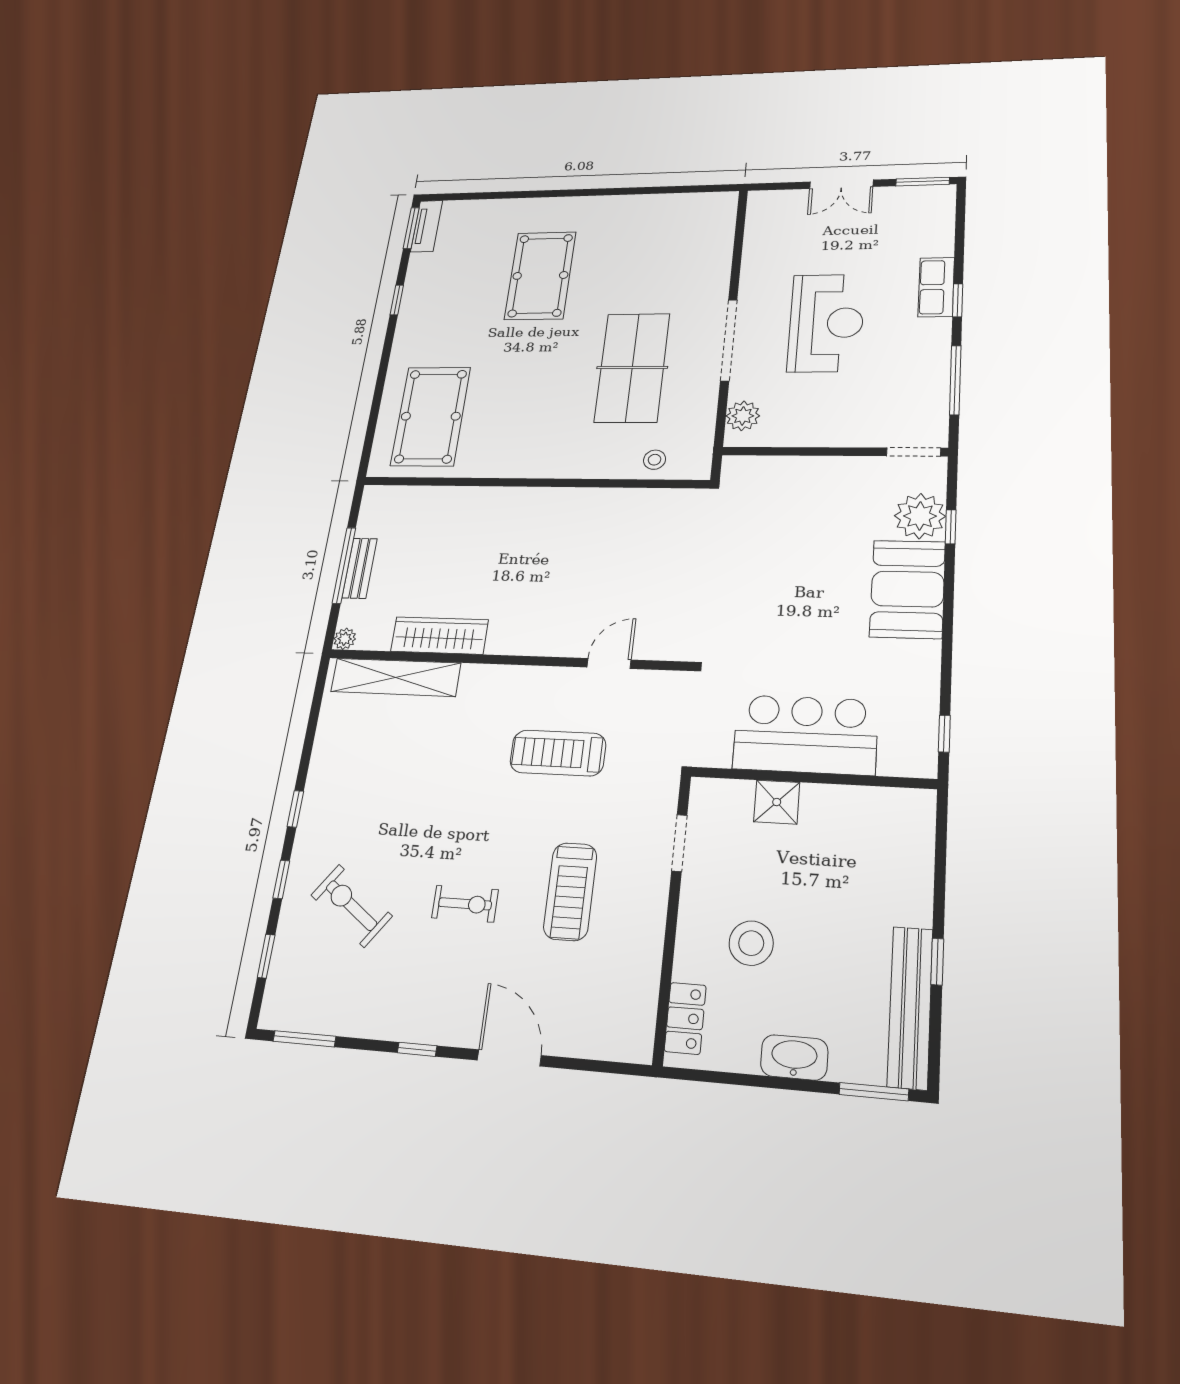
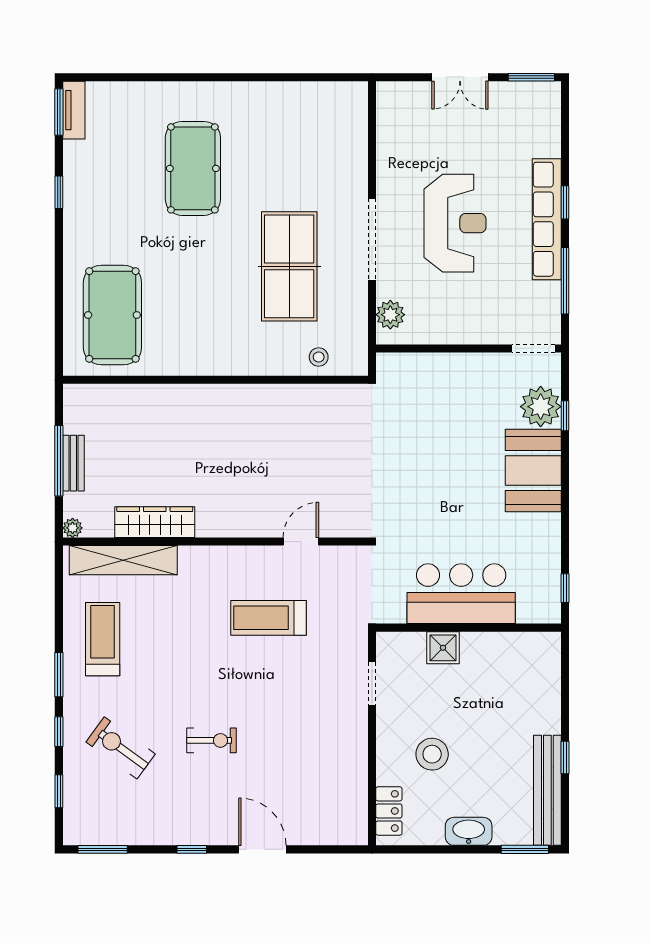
row of seats: (936, 287) -> (547, 219), width x2.02
window: (295, 809) -> (59, 675), width x1.50
treadmill: (570, 891) -> (103, 639), moved, turned 180

